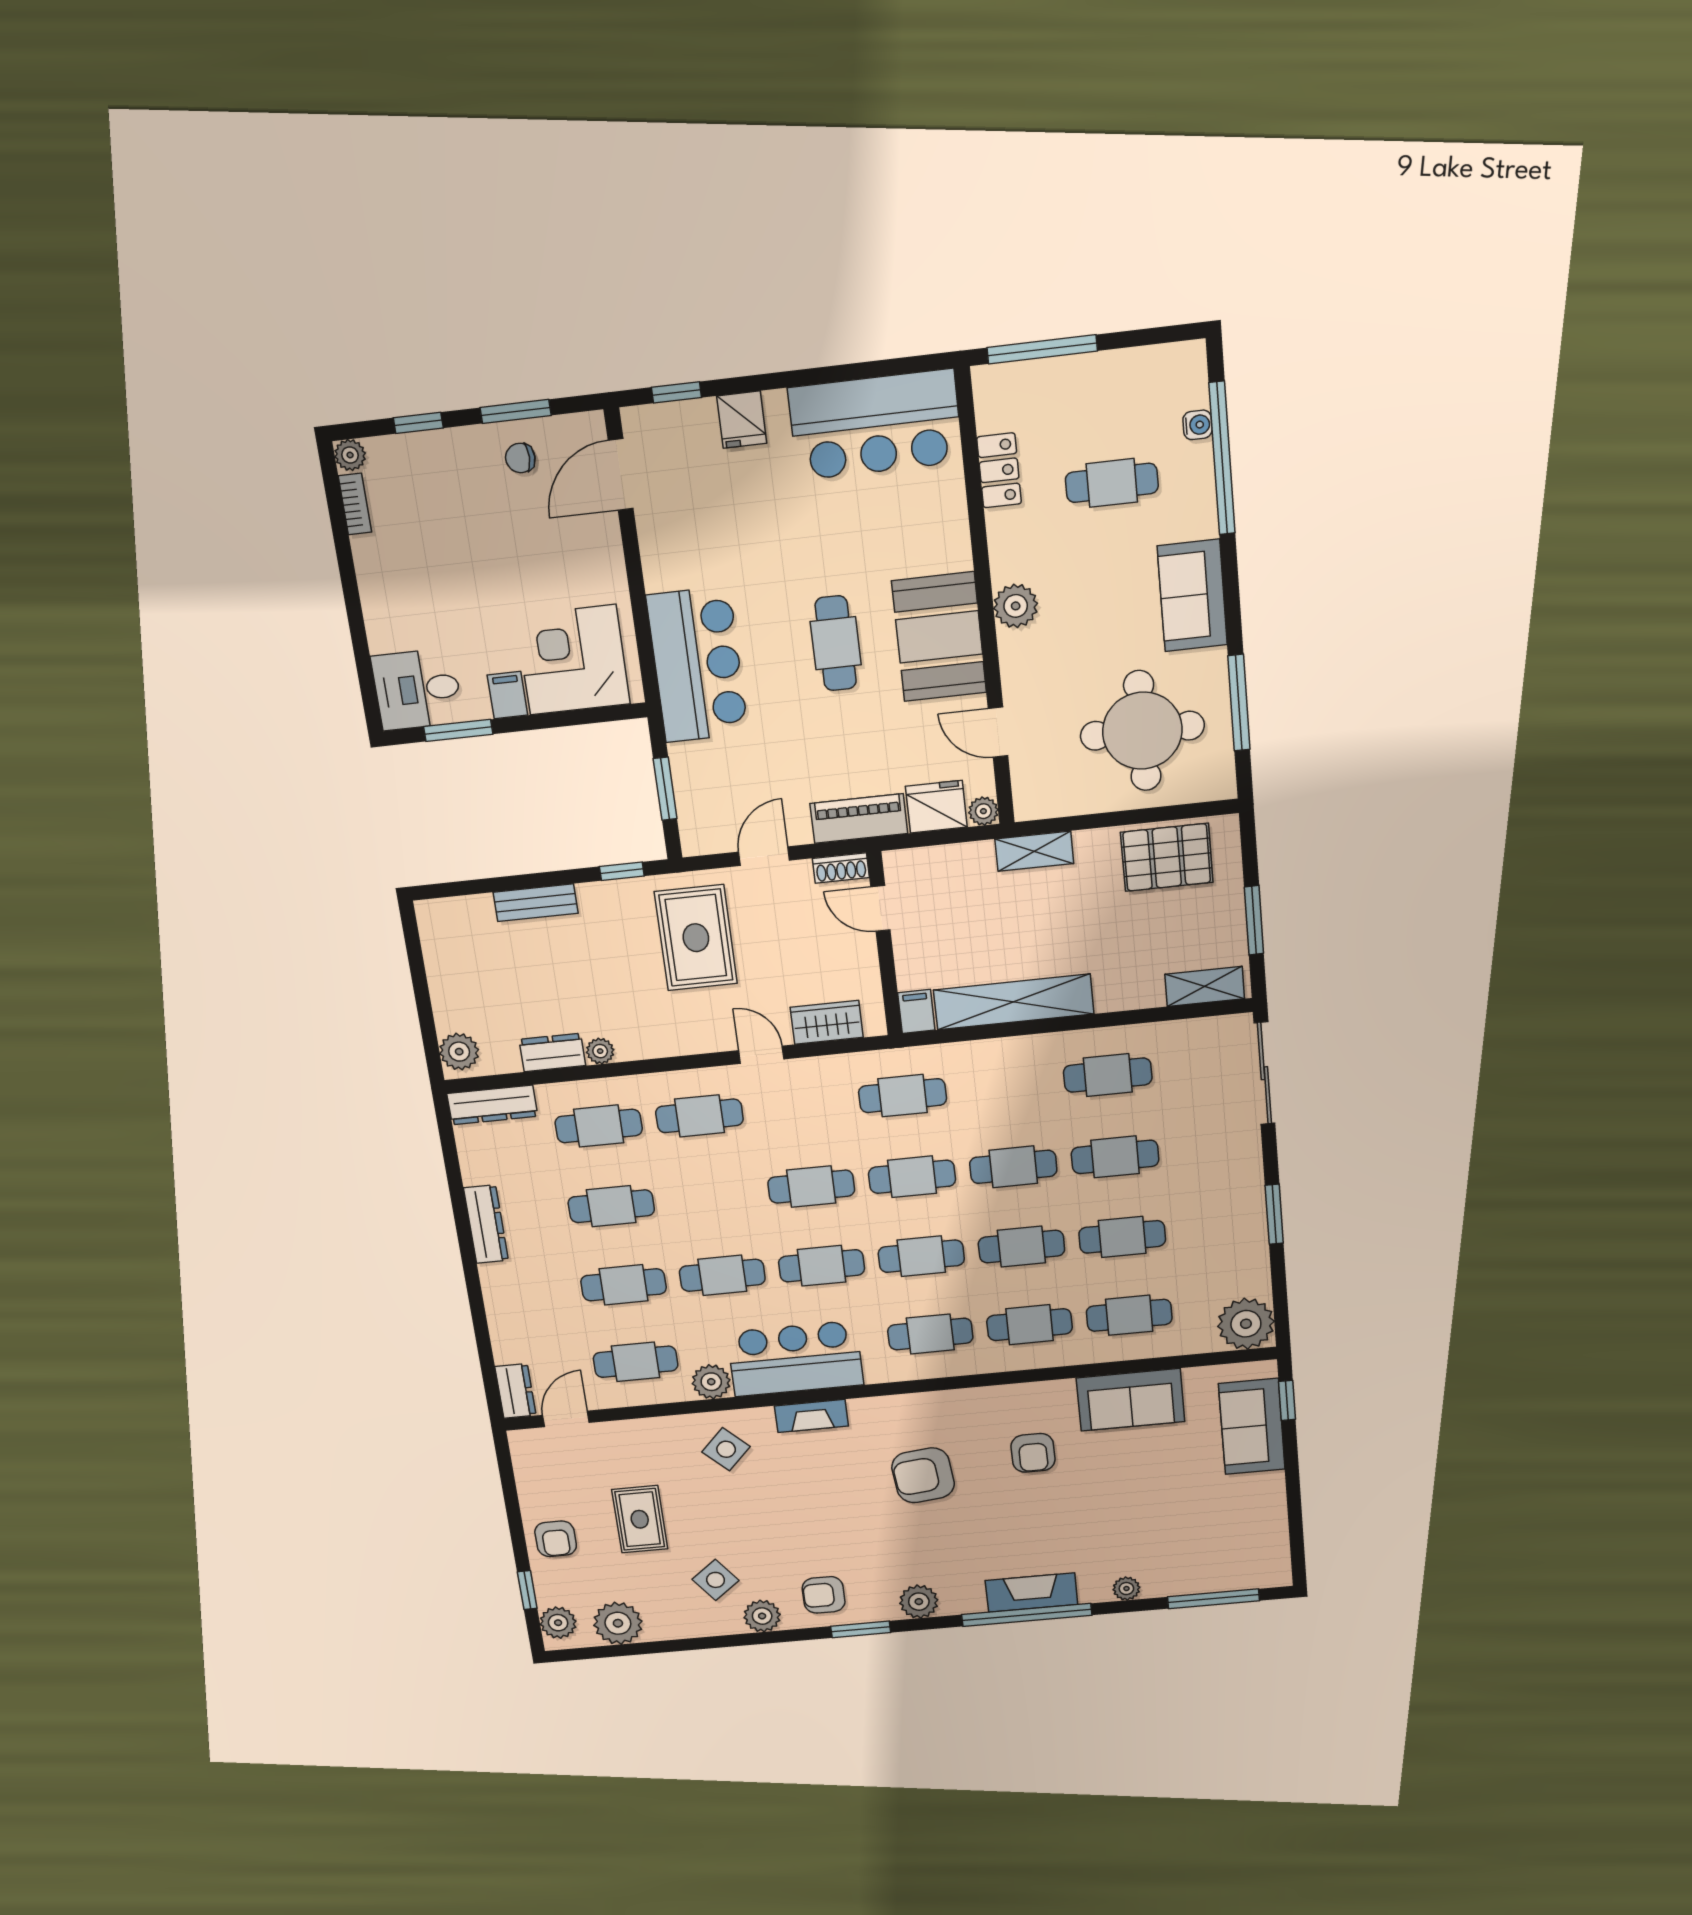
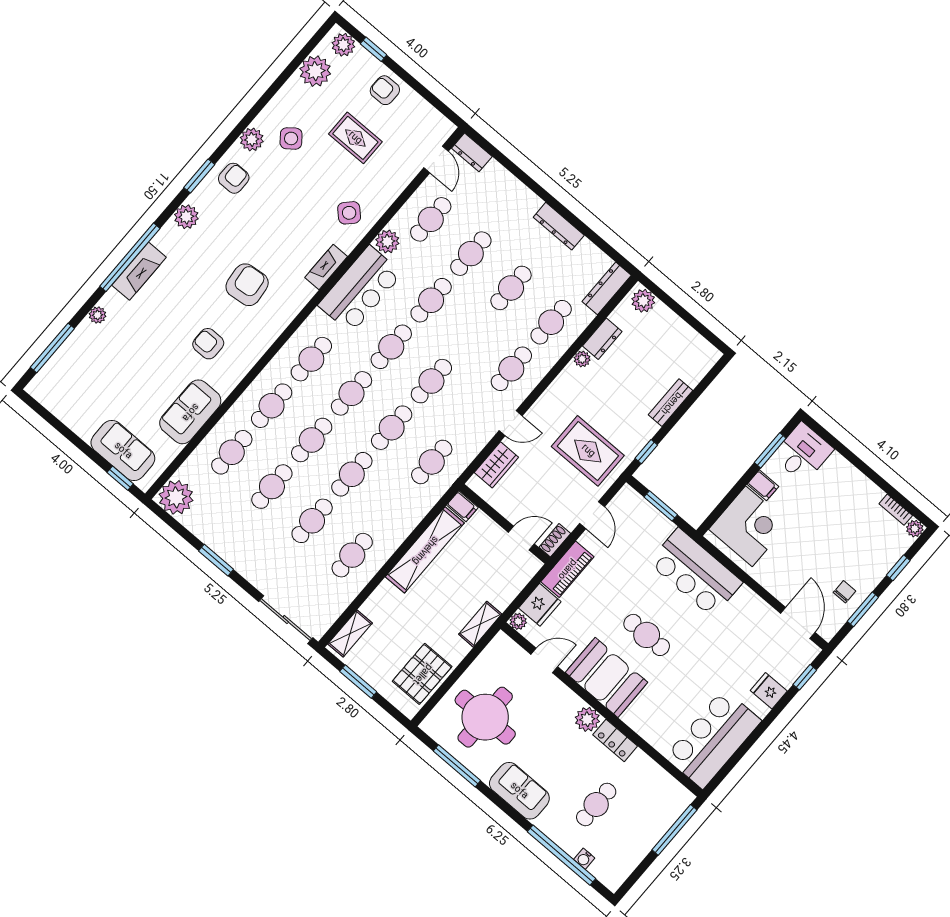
locker: (999, 470) -> (615, 740), moved

